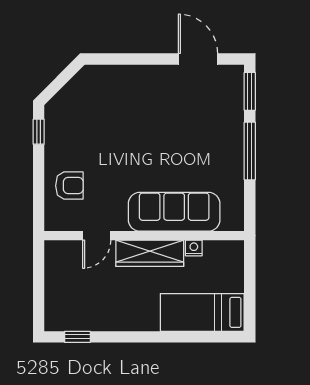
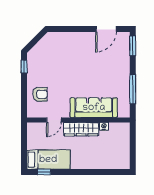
door: (198, 59) -> (106, 29), swing flipped
window: (250, 151) -> (133, 89), moved
bed: (202, 312) -> (48, 160), moved, turned 180

